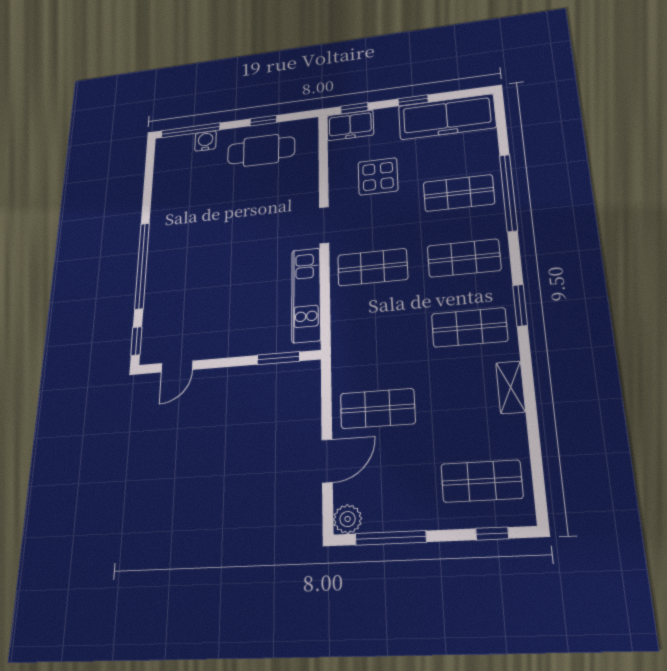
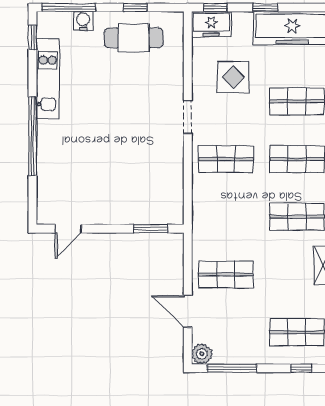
kitchen unit: (306, 295) -> (48, 79), moved, turned 180
window: (136, 341) -> (33, 38), moved
door: (327, 461) -> (188, 311), swing flipped

